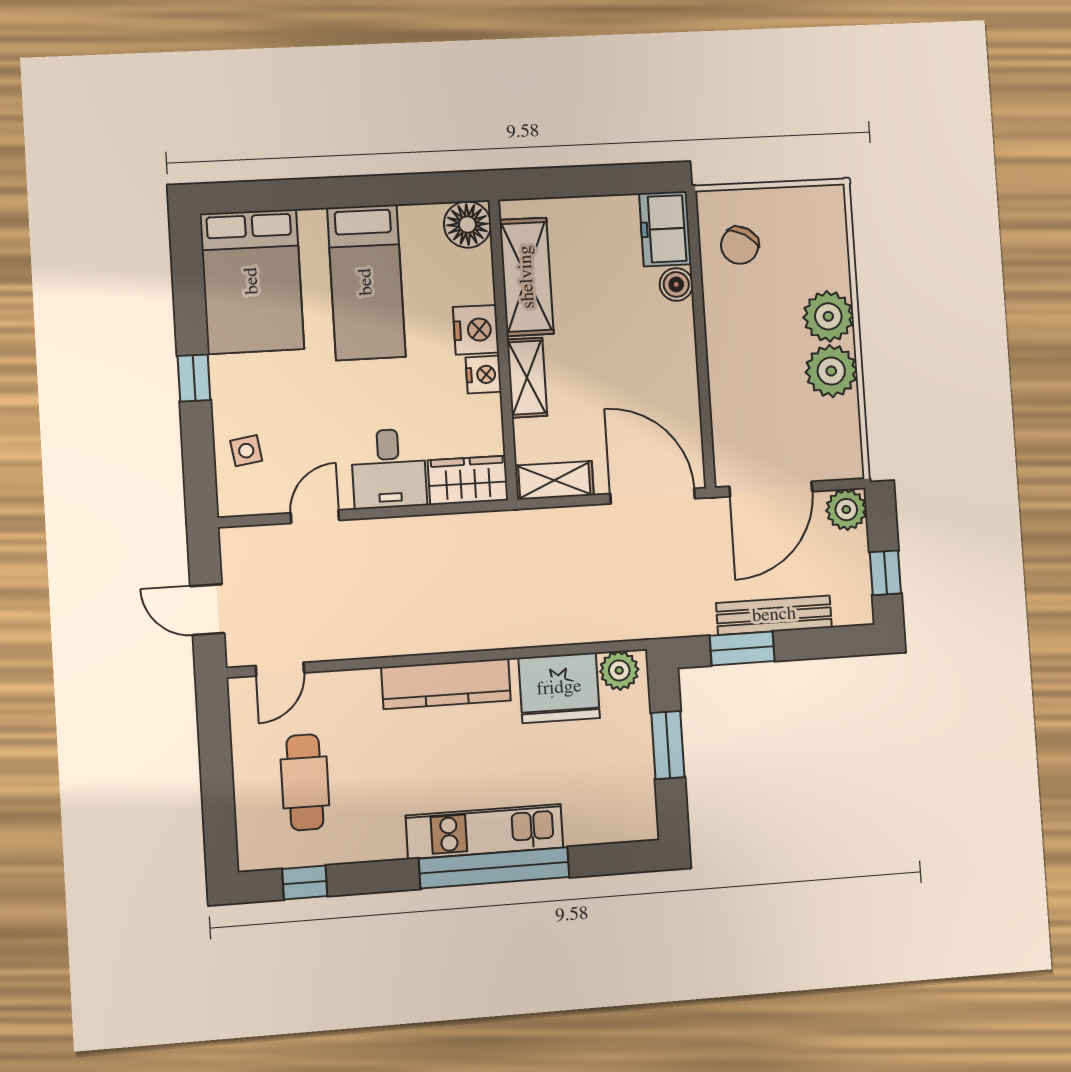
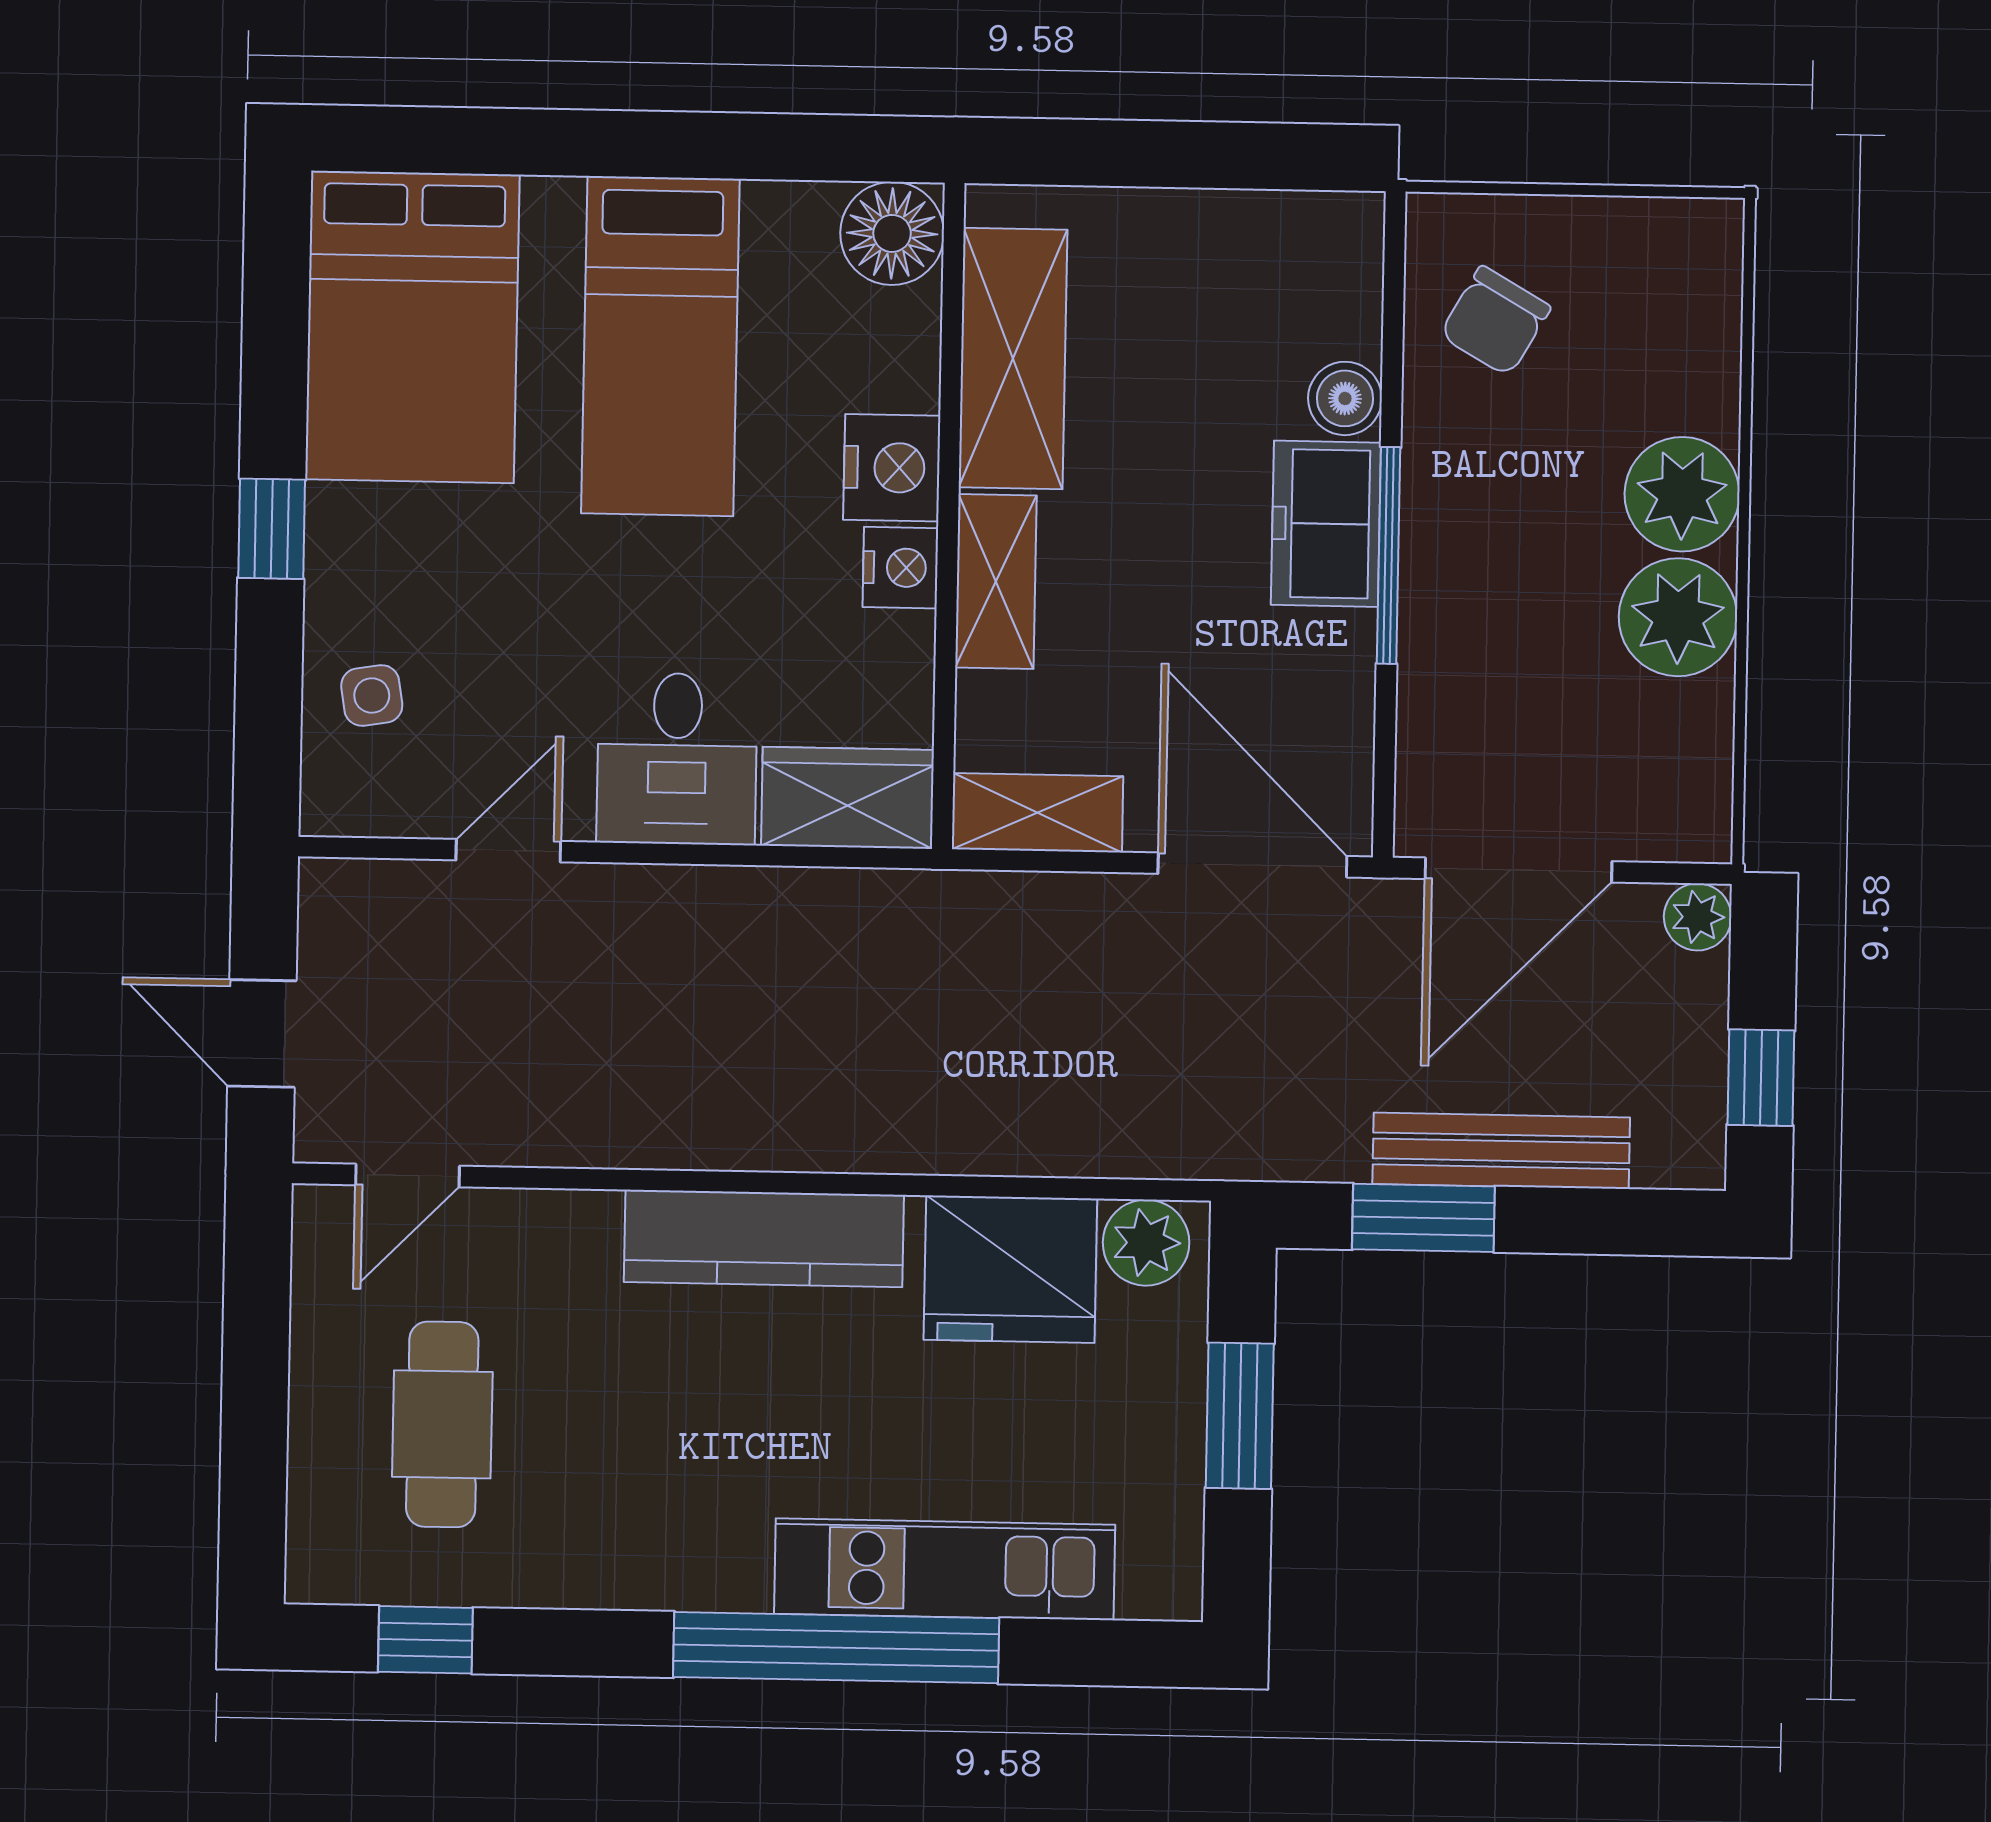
freezer: (665, 229) -> (1326, 524), moved
window: (701, 353) -> (1389, 555), added
plant: (846, 510) -> (1698, 917), width x0.73, depth x0.73
kitchen unit: (485, 832) -> (945, 1569), moved

